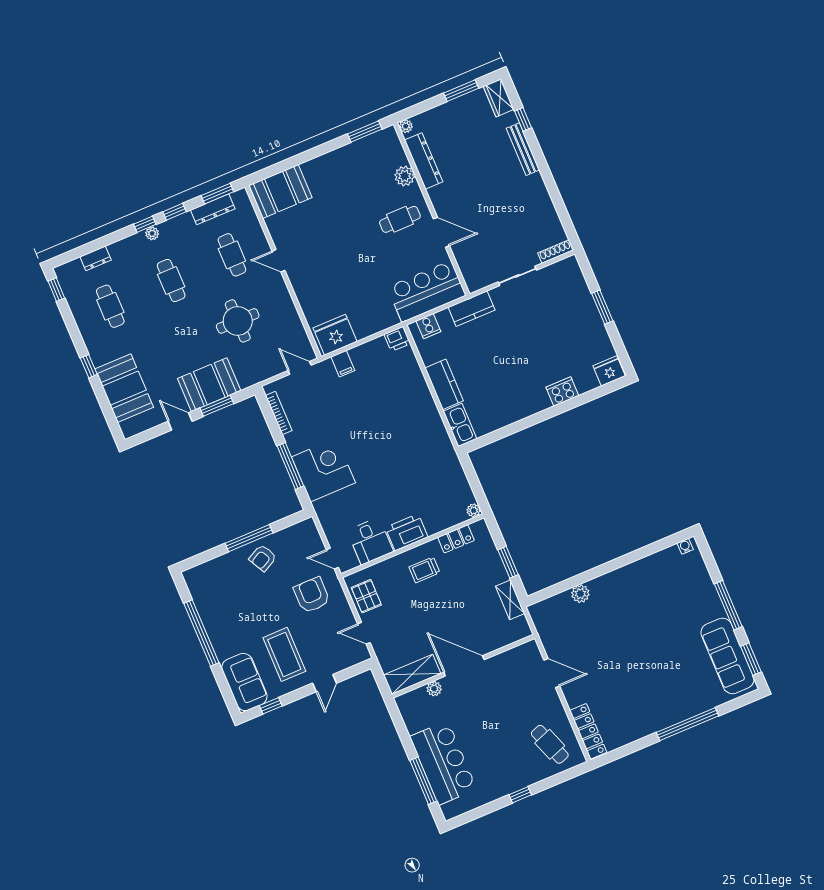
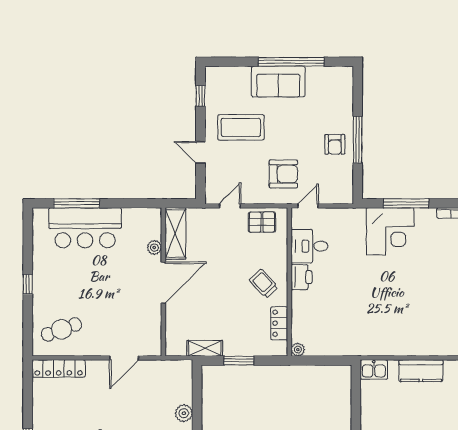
kitchen sink: (460, 425) -> (374, 370), width x0.73
printer: (407, 532) -> (302, 277), width x0.73, depth x0.84
armchair: (263, 558) -> (335, 144), turned -152
trolley: (424, 570) -> (264, 284), turned -43
sofa: (244, 682) -> (278, 81), moved

